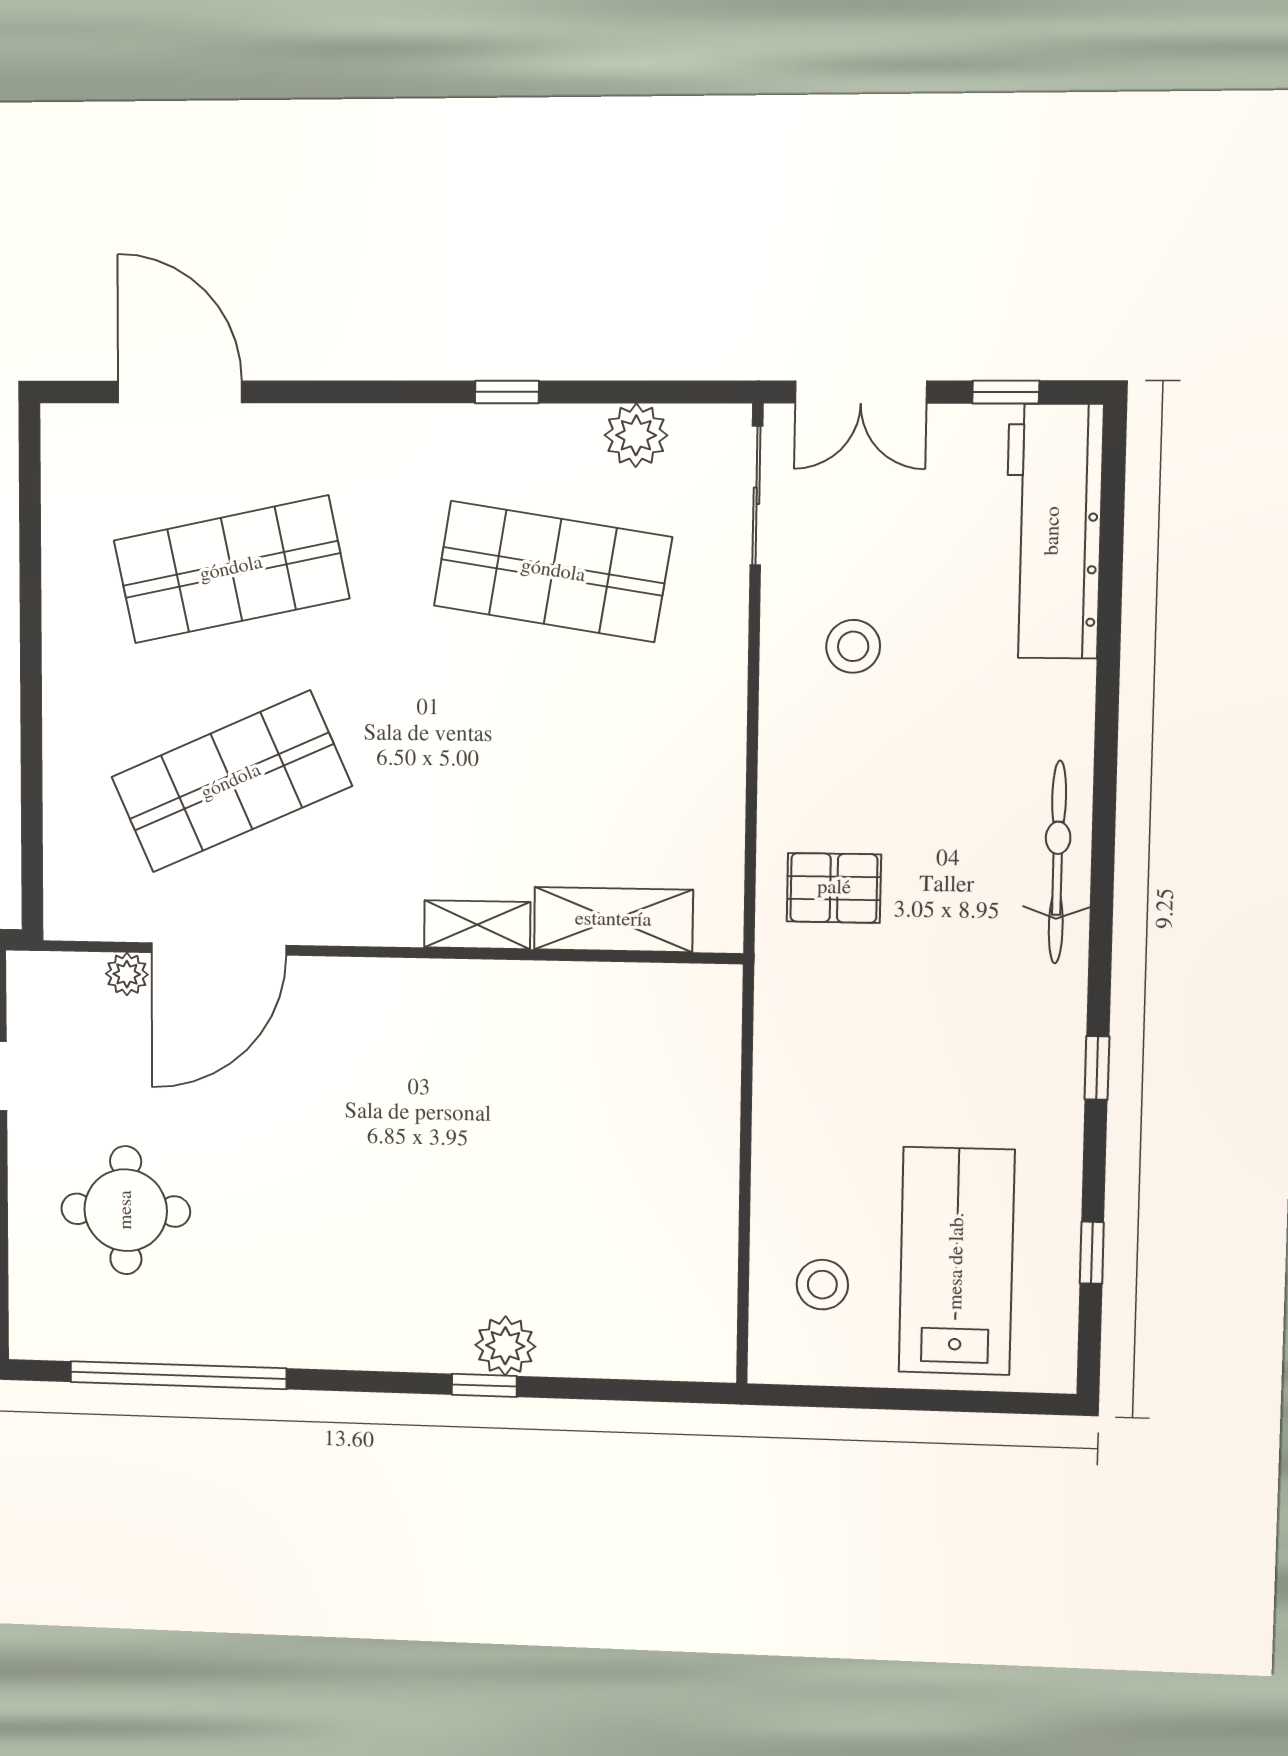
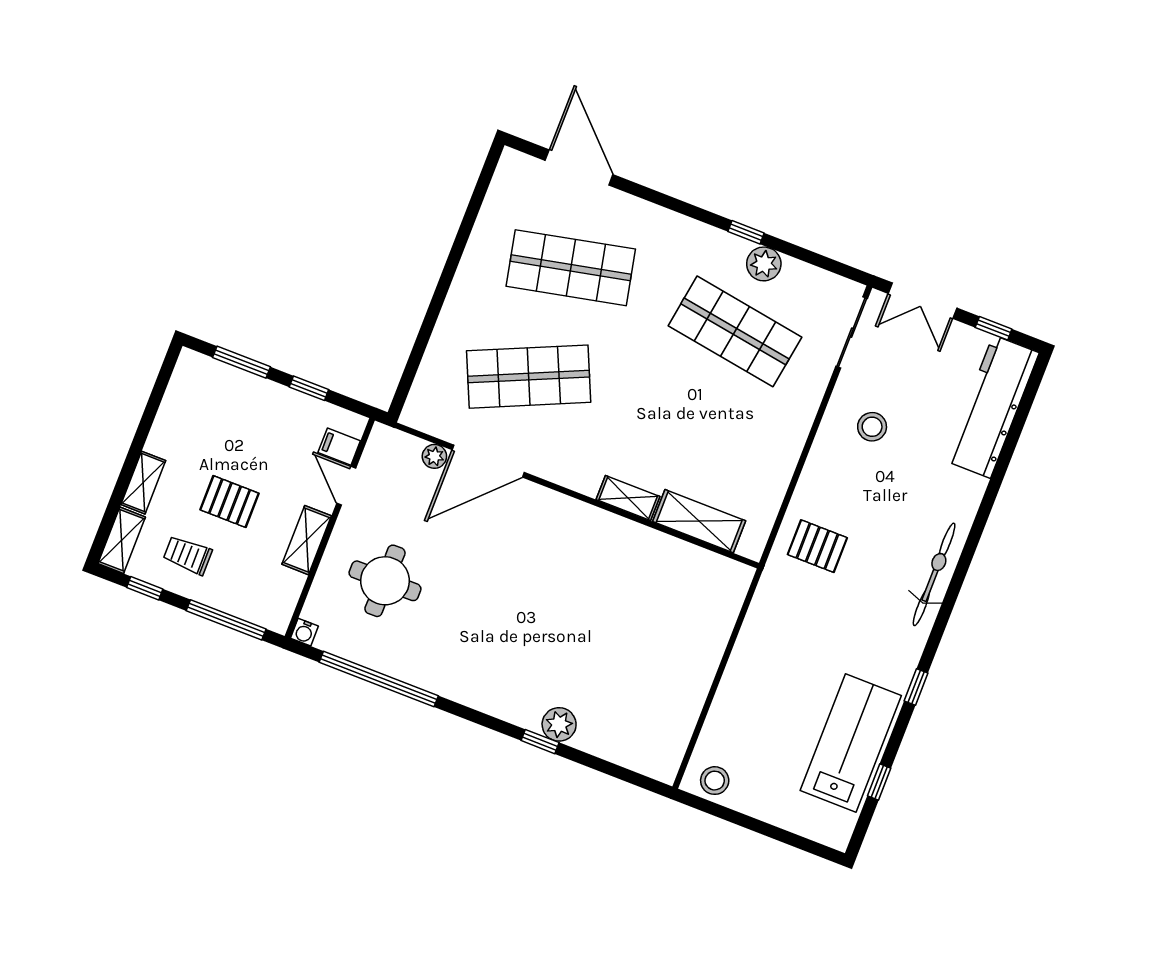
plant: (636, 435) -> (764, 264), moved
lab bench: (957, 1261) -> (851, 743), moved
stool: (822, 1285) -> (715, 781), moved
water cooler: (27, 1341) -> (304, 632), added

